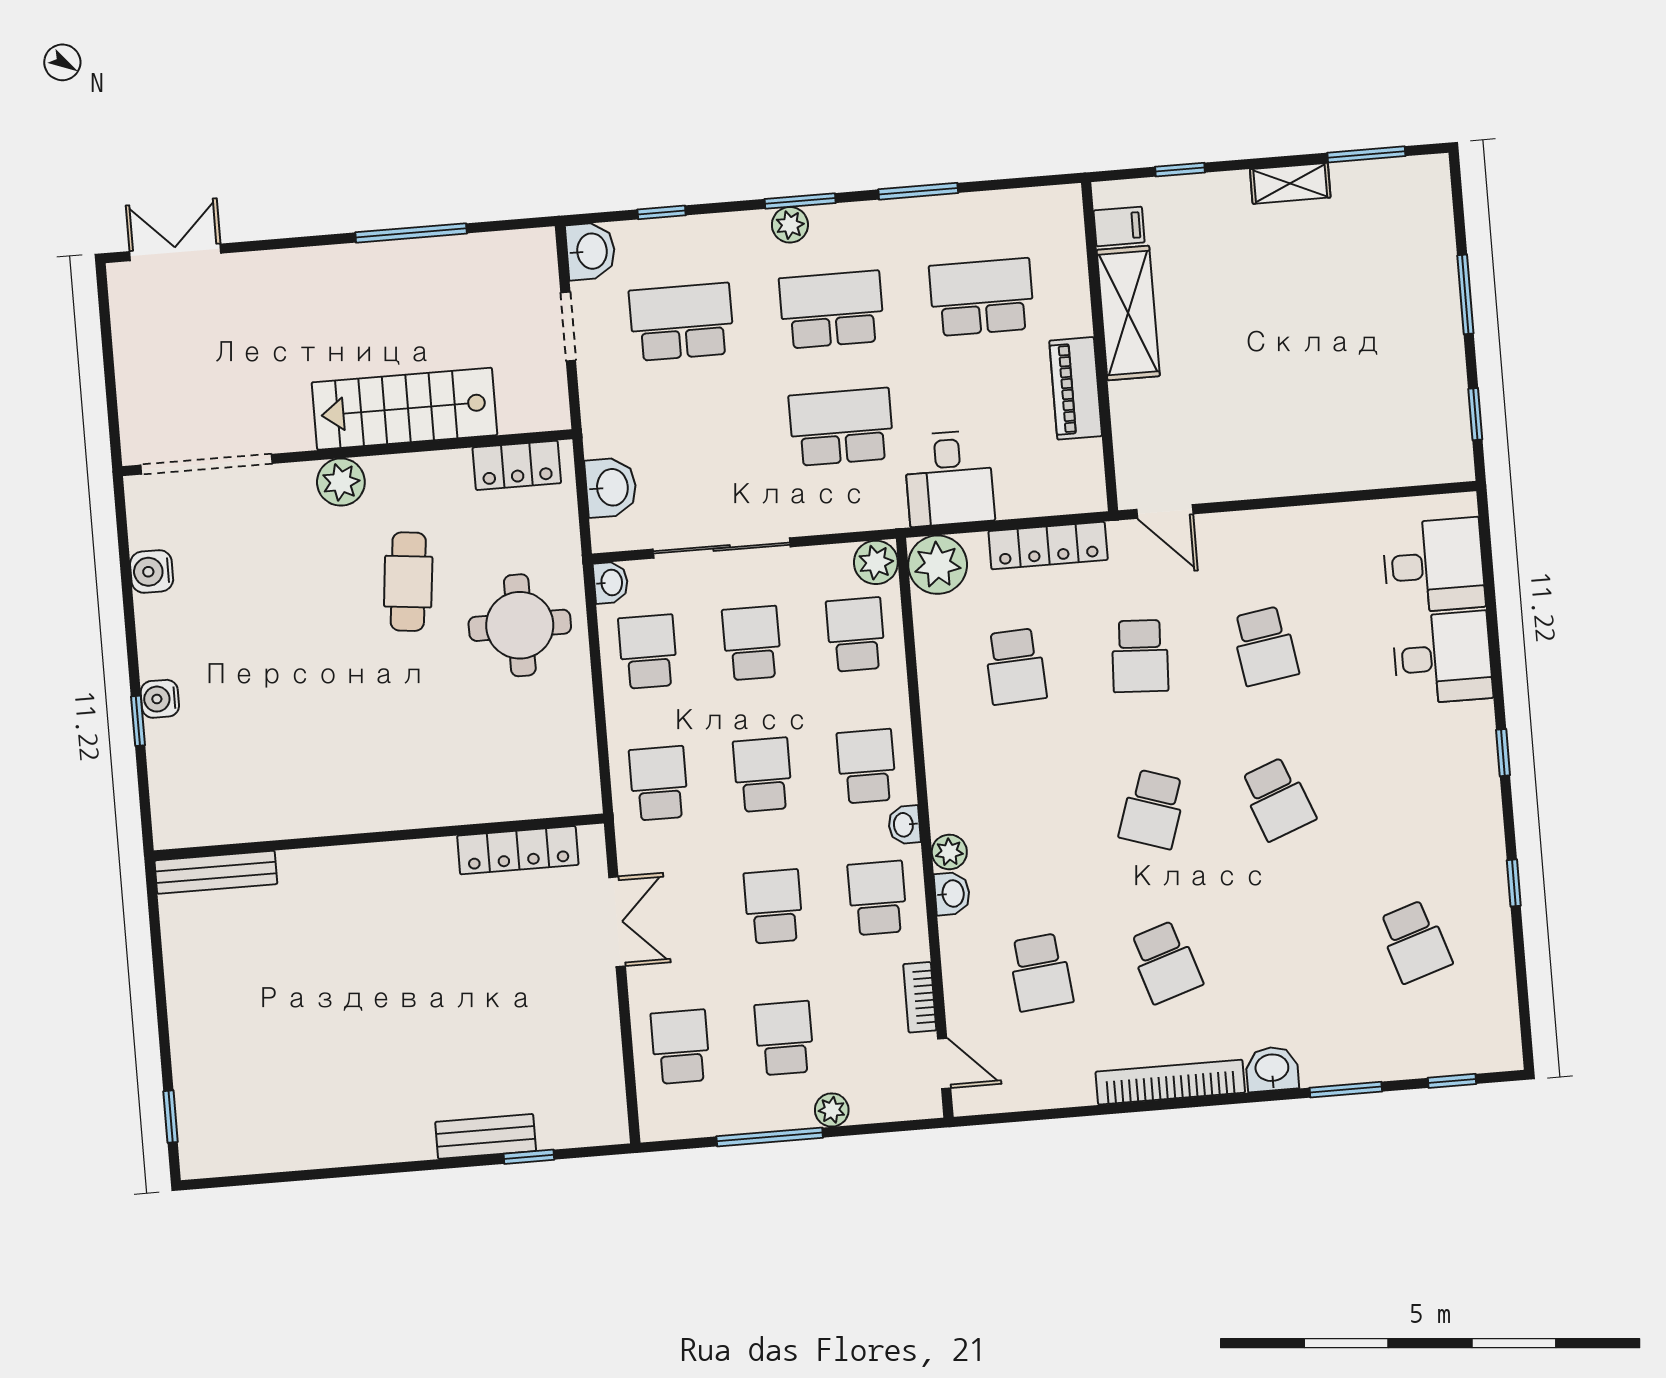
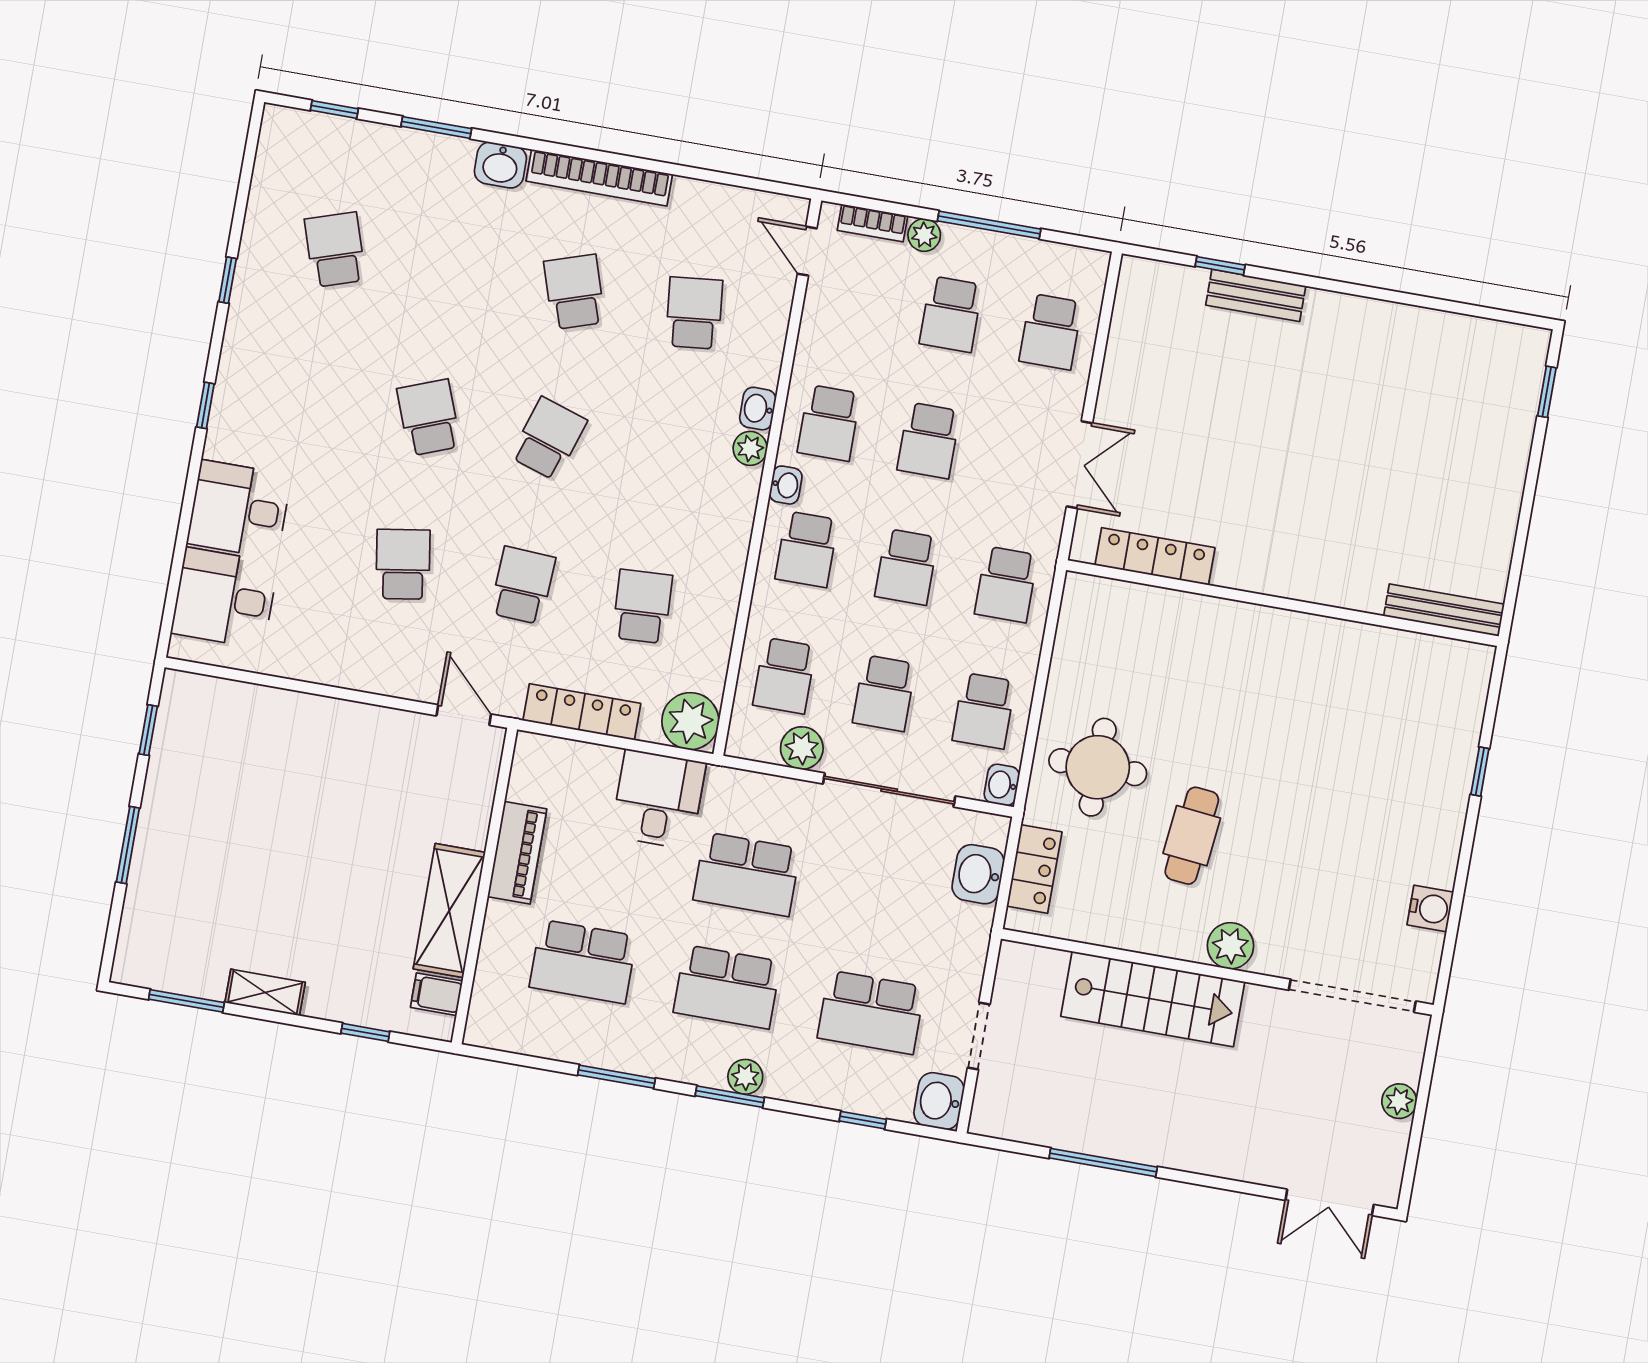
plant: (132, 371) -> (1399, 1101), added
locker: (517, 465) -> (1034, 869), moved, turned 90
plant: (876, 562) -> (802, 748), moved
water cooler: (160, 699) -> (1454, 787), removed
double door: (617, 922) -> (1079, 465), swing flipped
bookcase: (920, 997) -> (872, 223), moved, turned 90

